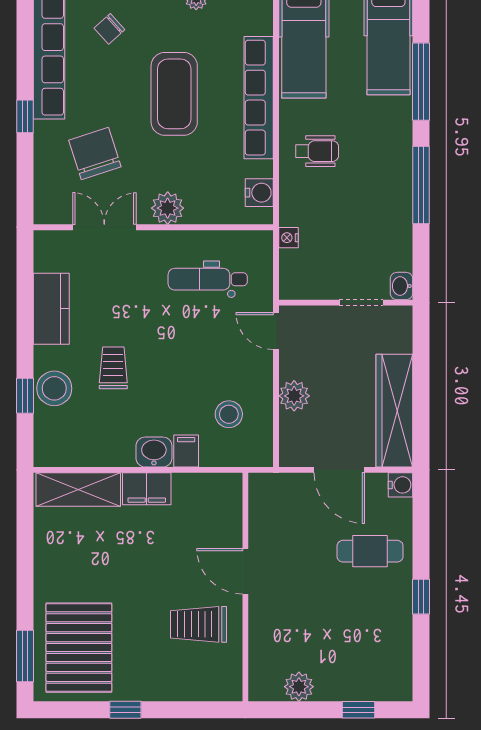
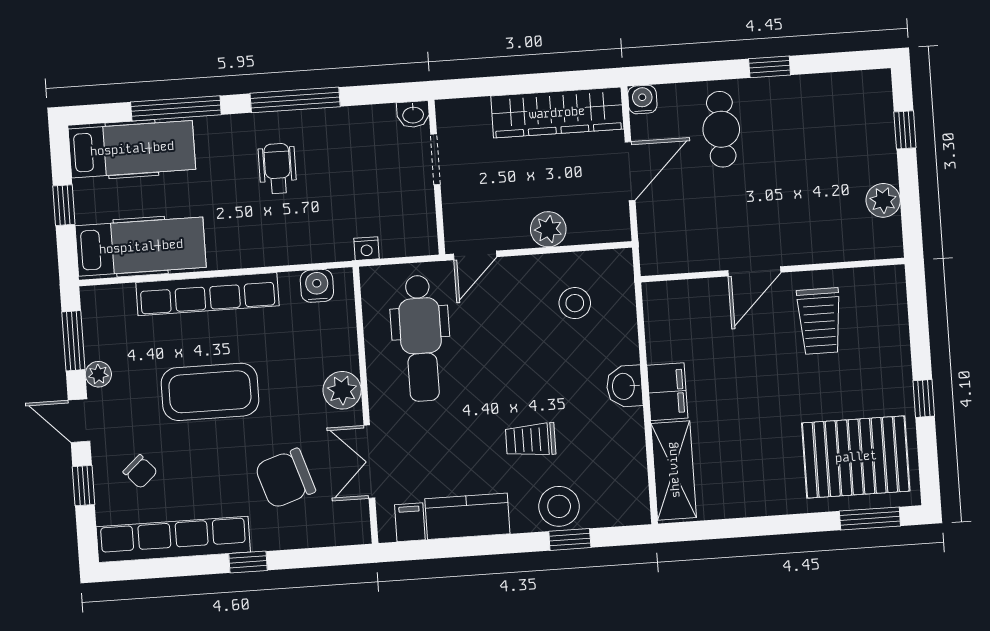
wheelchair: (317, 151) -> (277, 168), moved
dental chair: (208, 279) -> (421, 338), width x1.36, depth x1.38
filing cabinet: (186, 451) -> (410, 522), moved, turned 90

